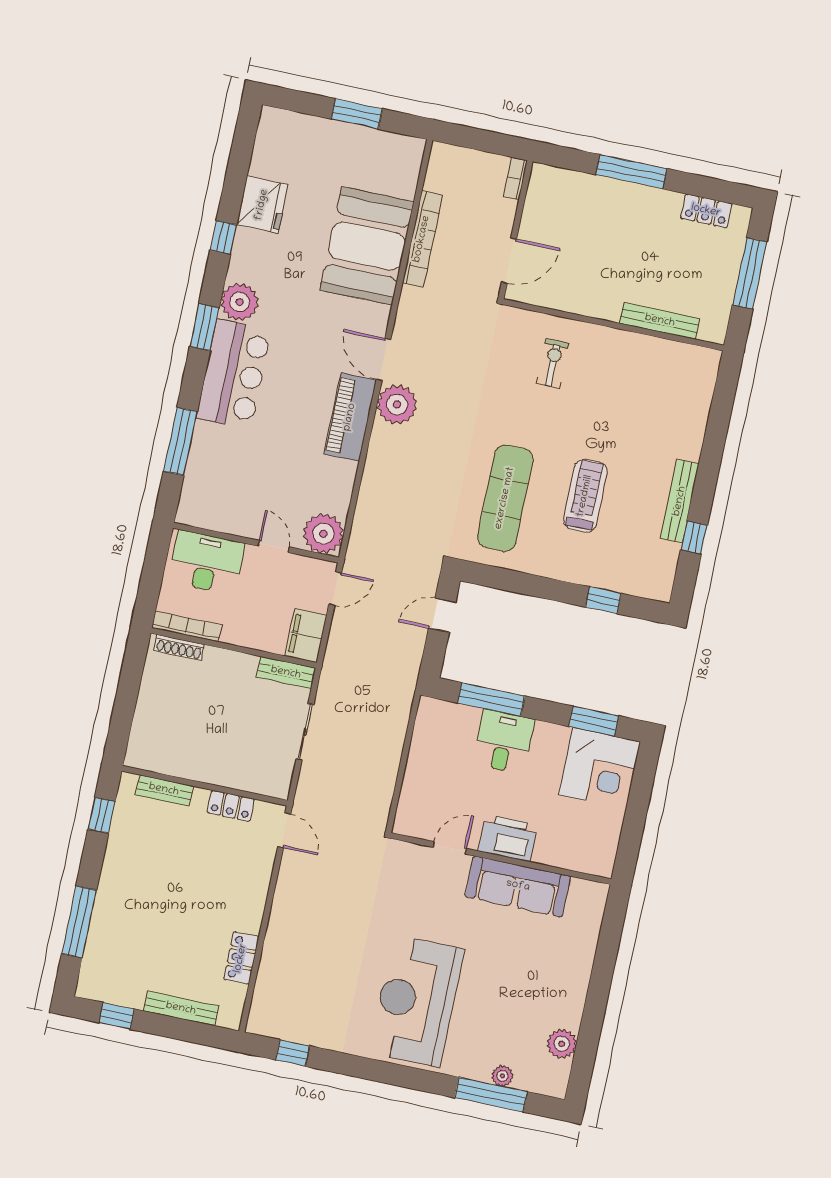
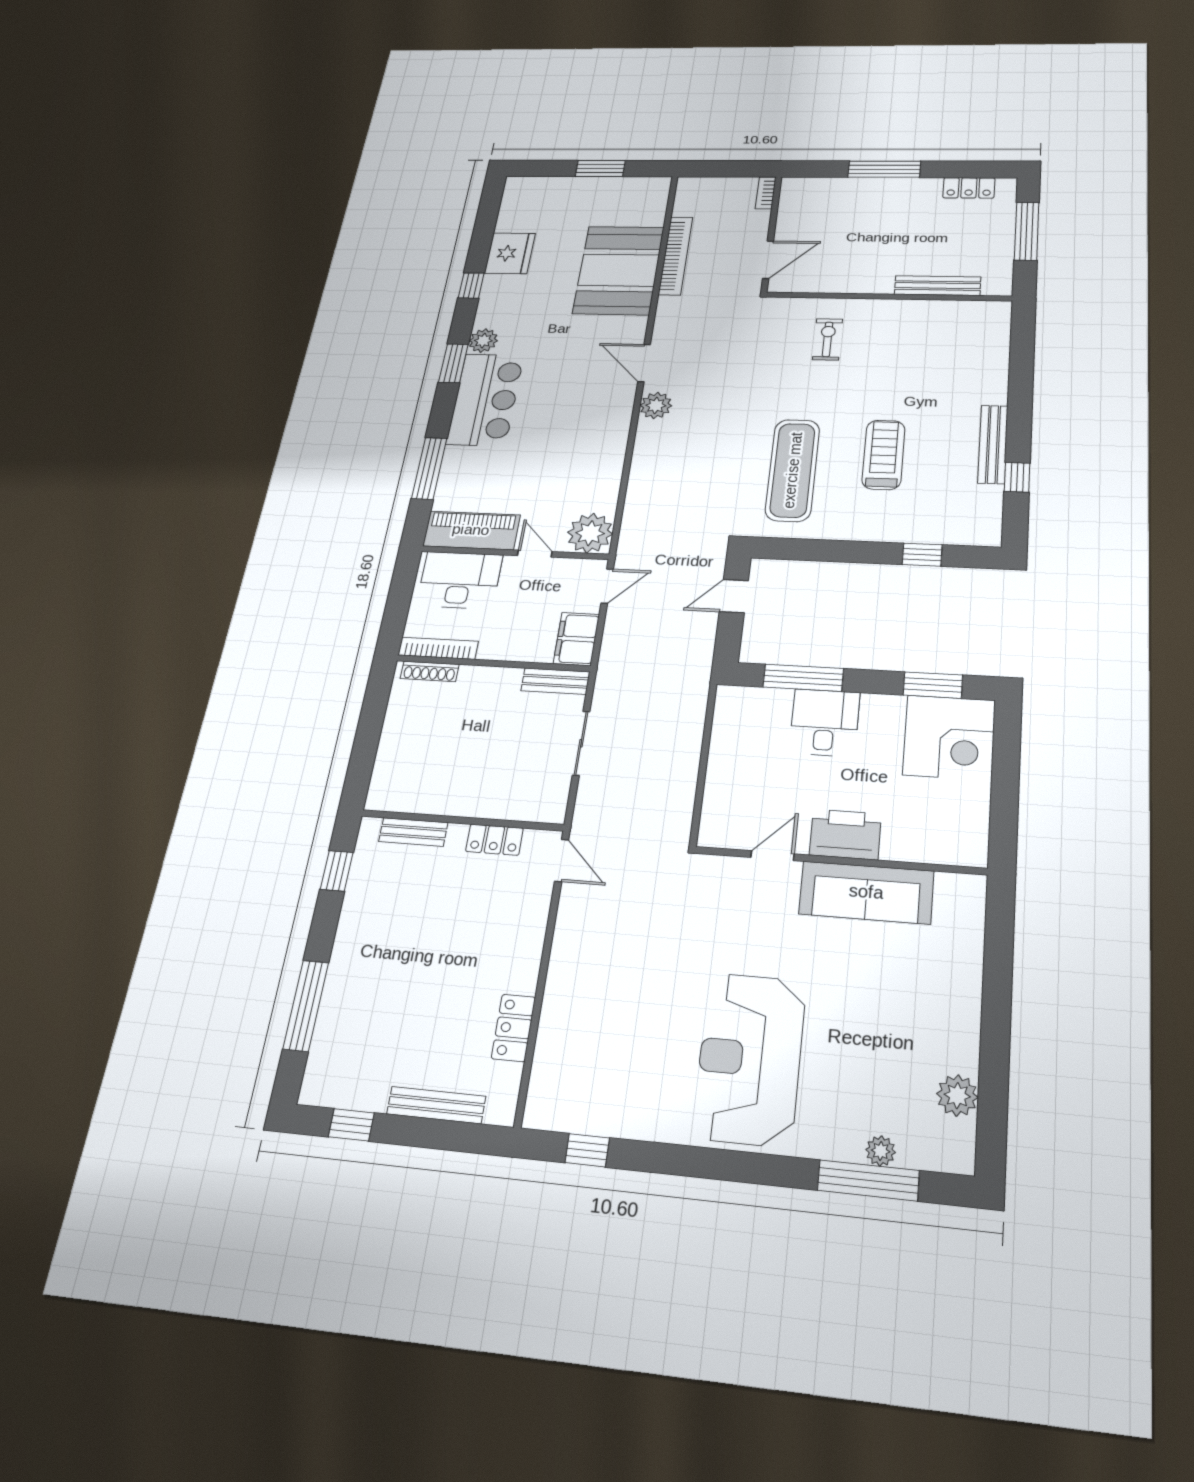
plant: (240, 302) -> (483, 341), width x0.73, depth x0.73
plant: (397, 405) -> (656, 405), width x0.73, depth x0.73
piano: (350, 417) -> (471, 530), moved, turned 90

